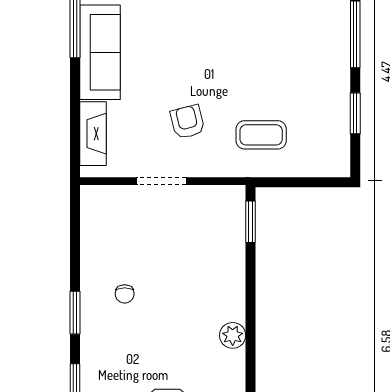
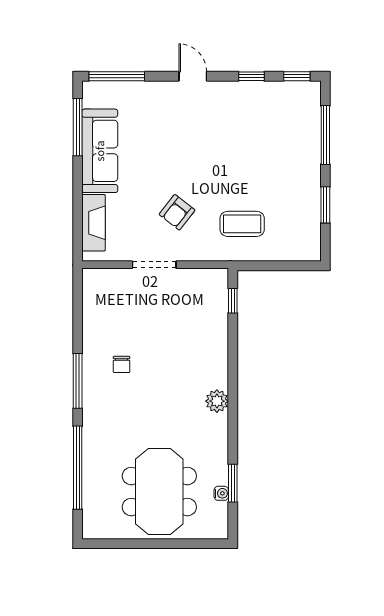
armchair: (187, 122) -> (177, 212), turned -128
window: (251, 222) -> (233, 301), width x0.67
window: (75, 313) -> (78, 381), width x1.44

